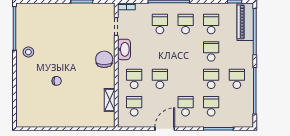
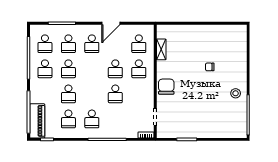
school desk: (160, 24) -> (115, 94), moved
washbasin: (124, 49) -> (148, 96), removed
chair: (104, 59) -> (166, 87), turned 180
school desk: (237, 106) -> (45, 44), added

